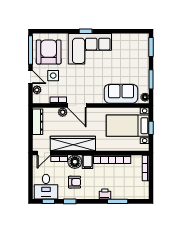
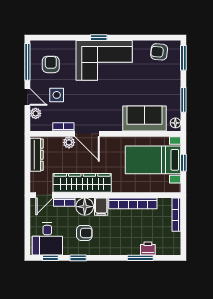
armchair: (132, 42) -> (159, 52), added
armchair: (49, 52) -> (51, 64), width x0.53, depth x0.53
printer: (105, 194) -> (148, 248), moved

